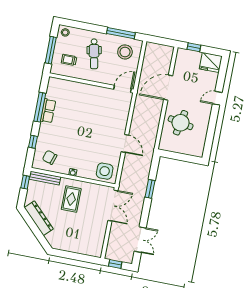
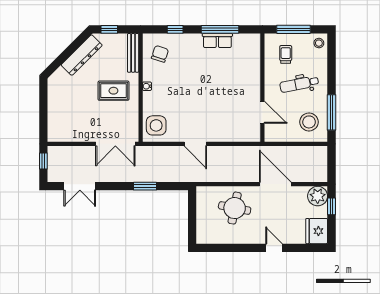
plant: (184, 57) -> (318, 196), added
door: (123, 89) -> (262, 112), moved
door: (125, 143) -> (195, 144), hinge flipped
window: (25, 182) -> (109, 29), moved

